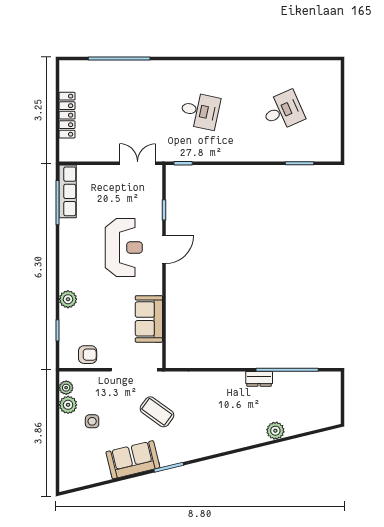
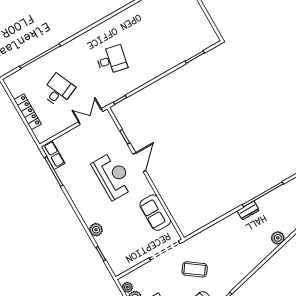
desk: (283, 111) -> (58, 90), moved
row of seats: (68, 191) -> (53, 155), width x0.68
armchair: (88, 355) -> (129, 258), removed

